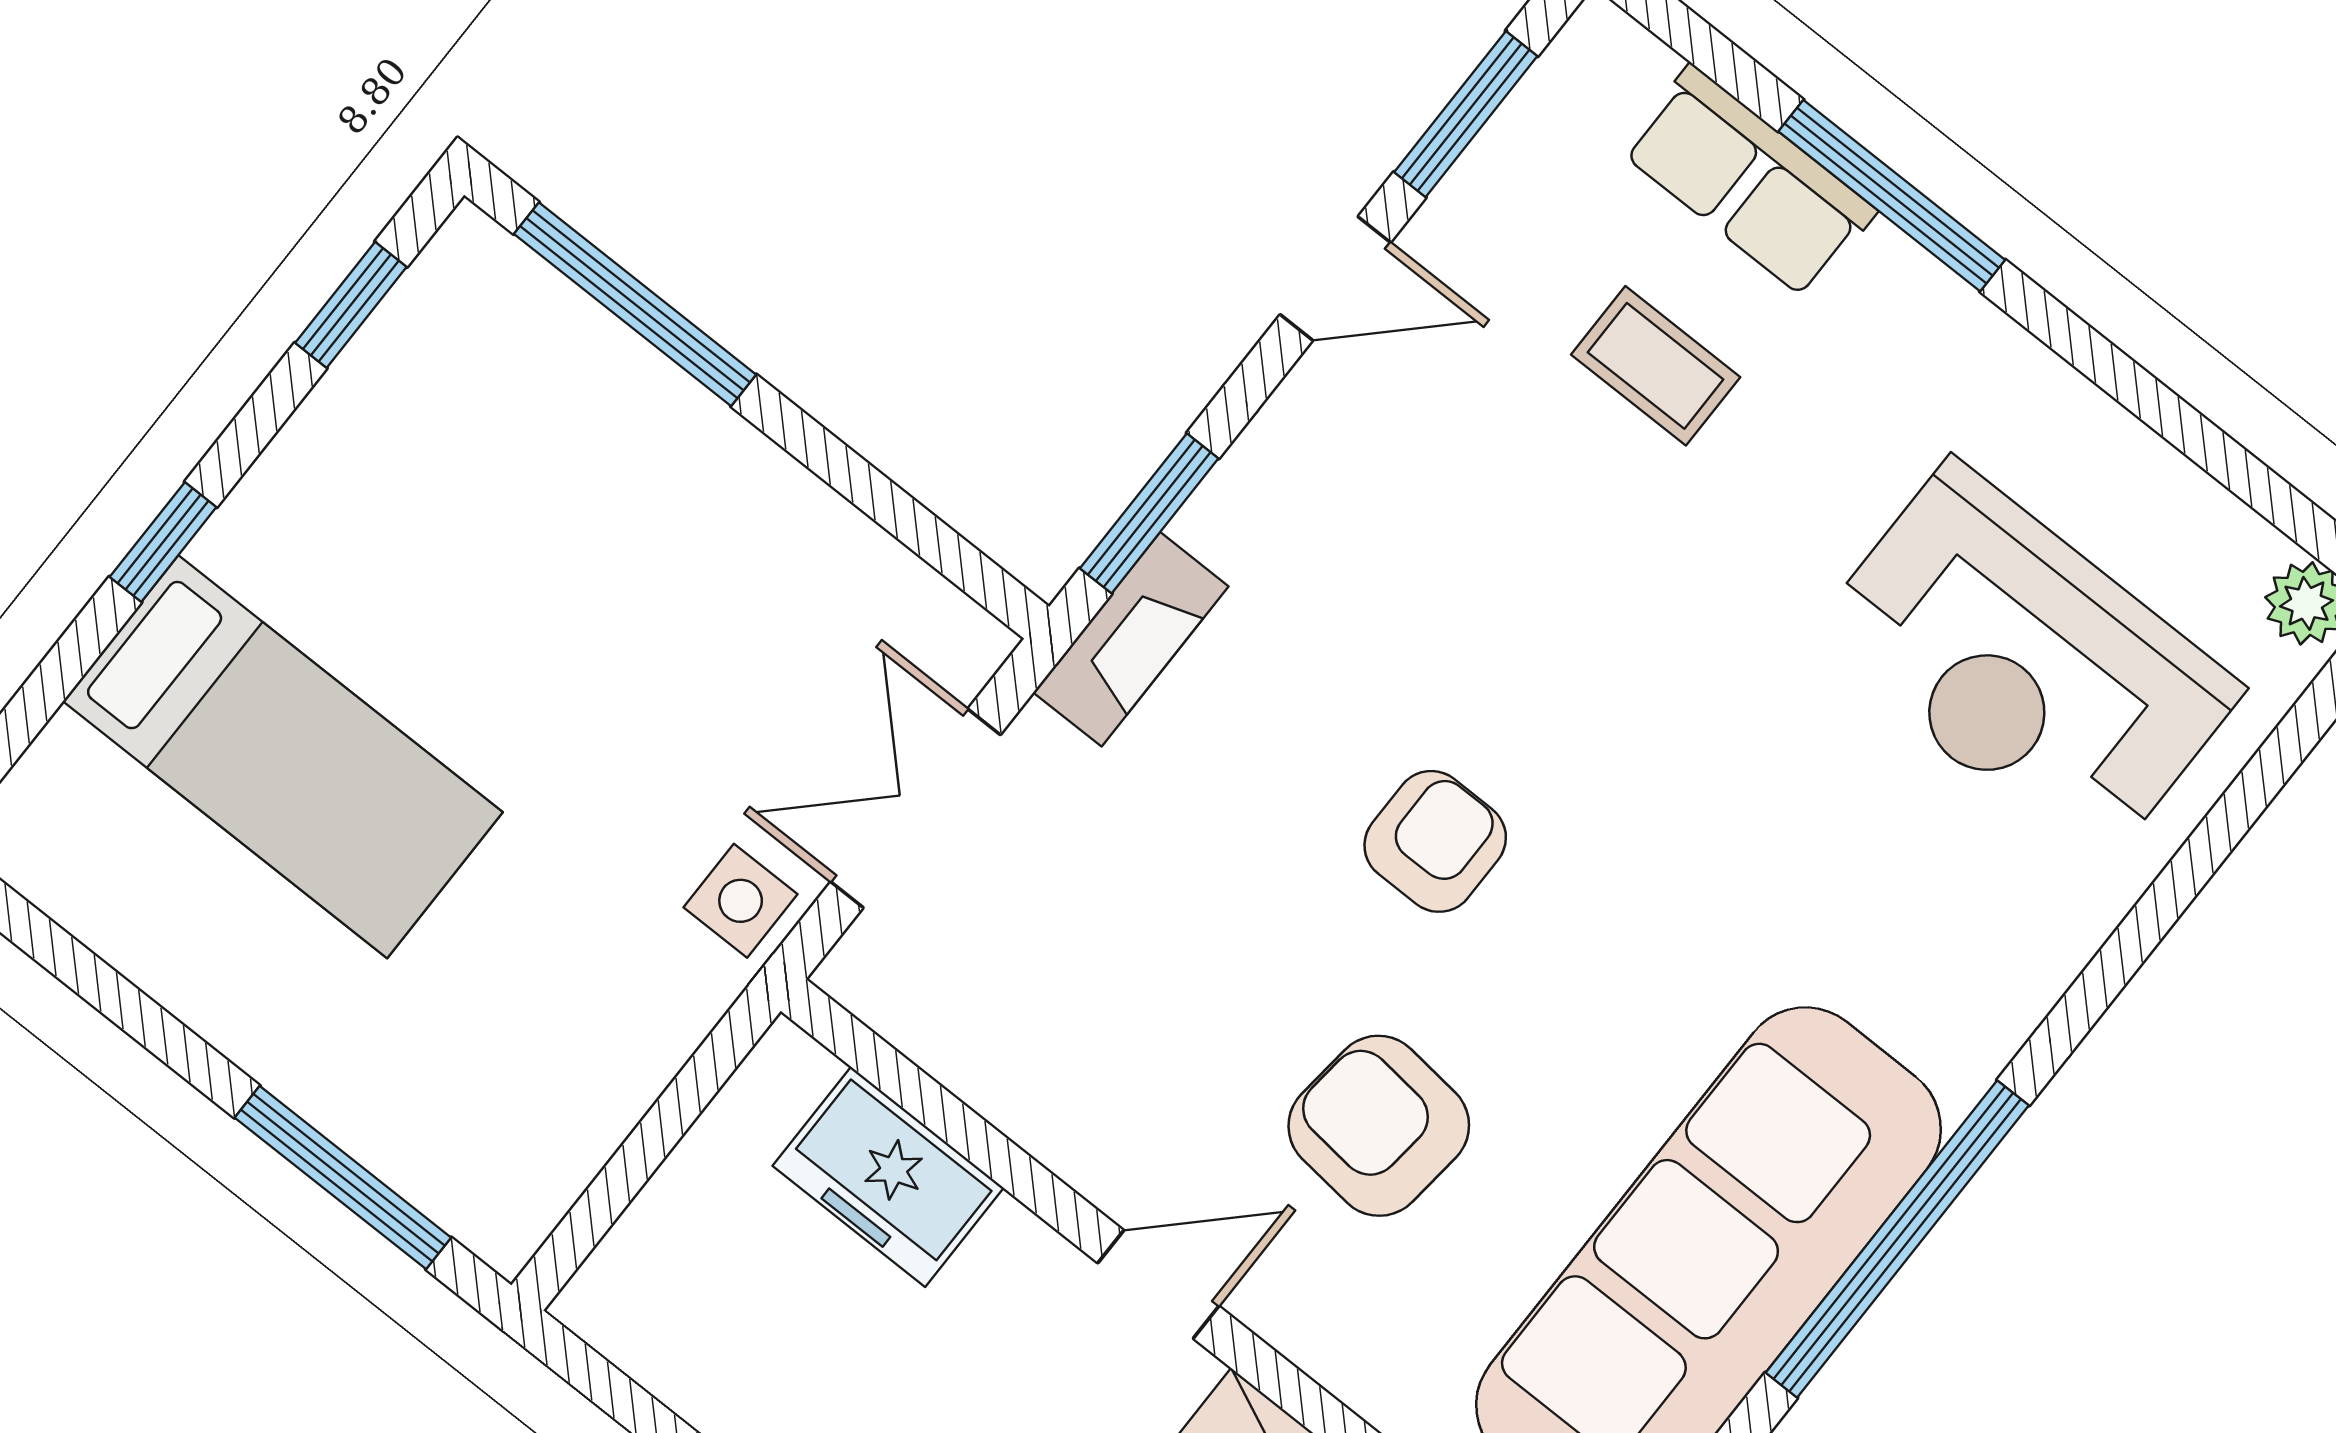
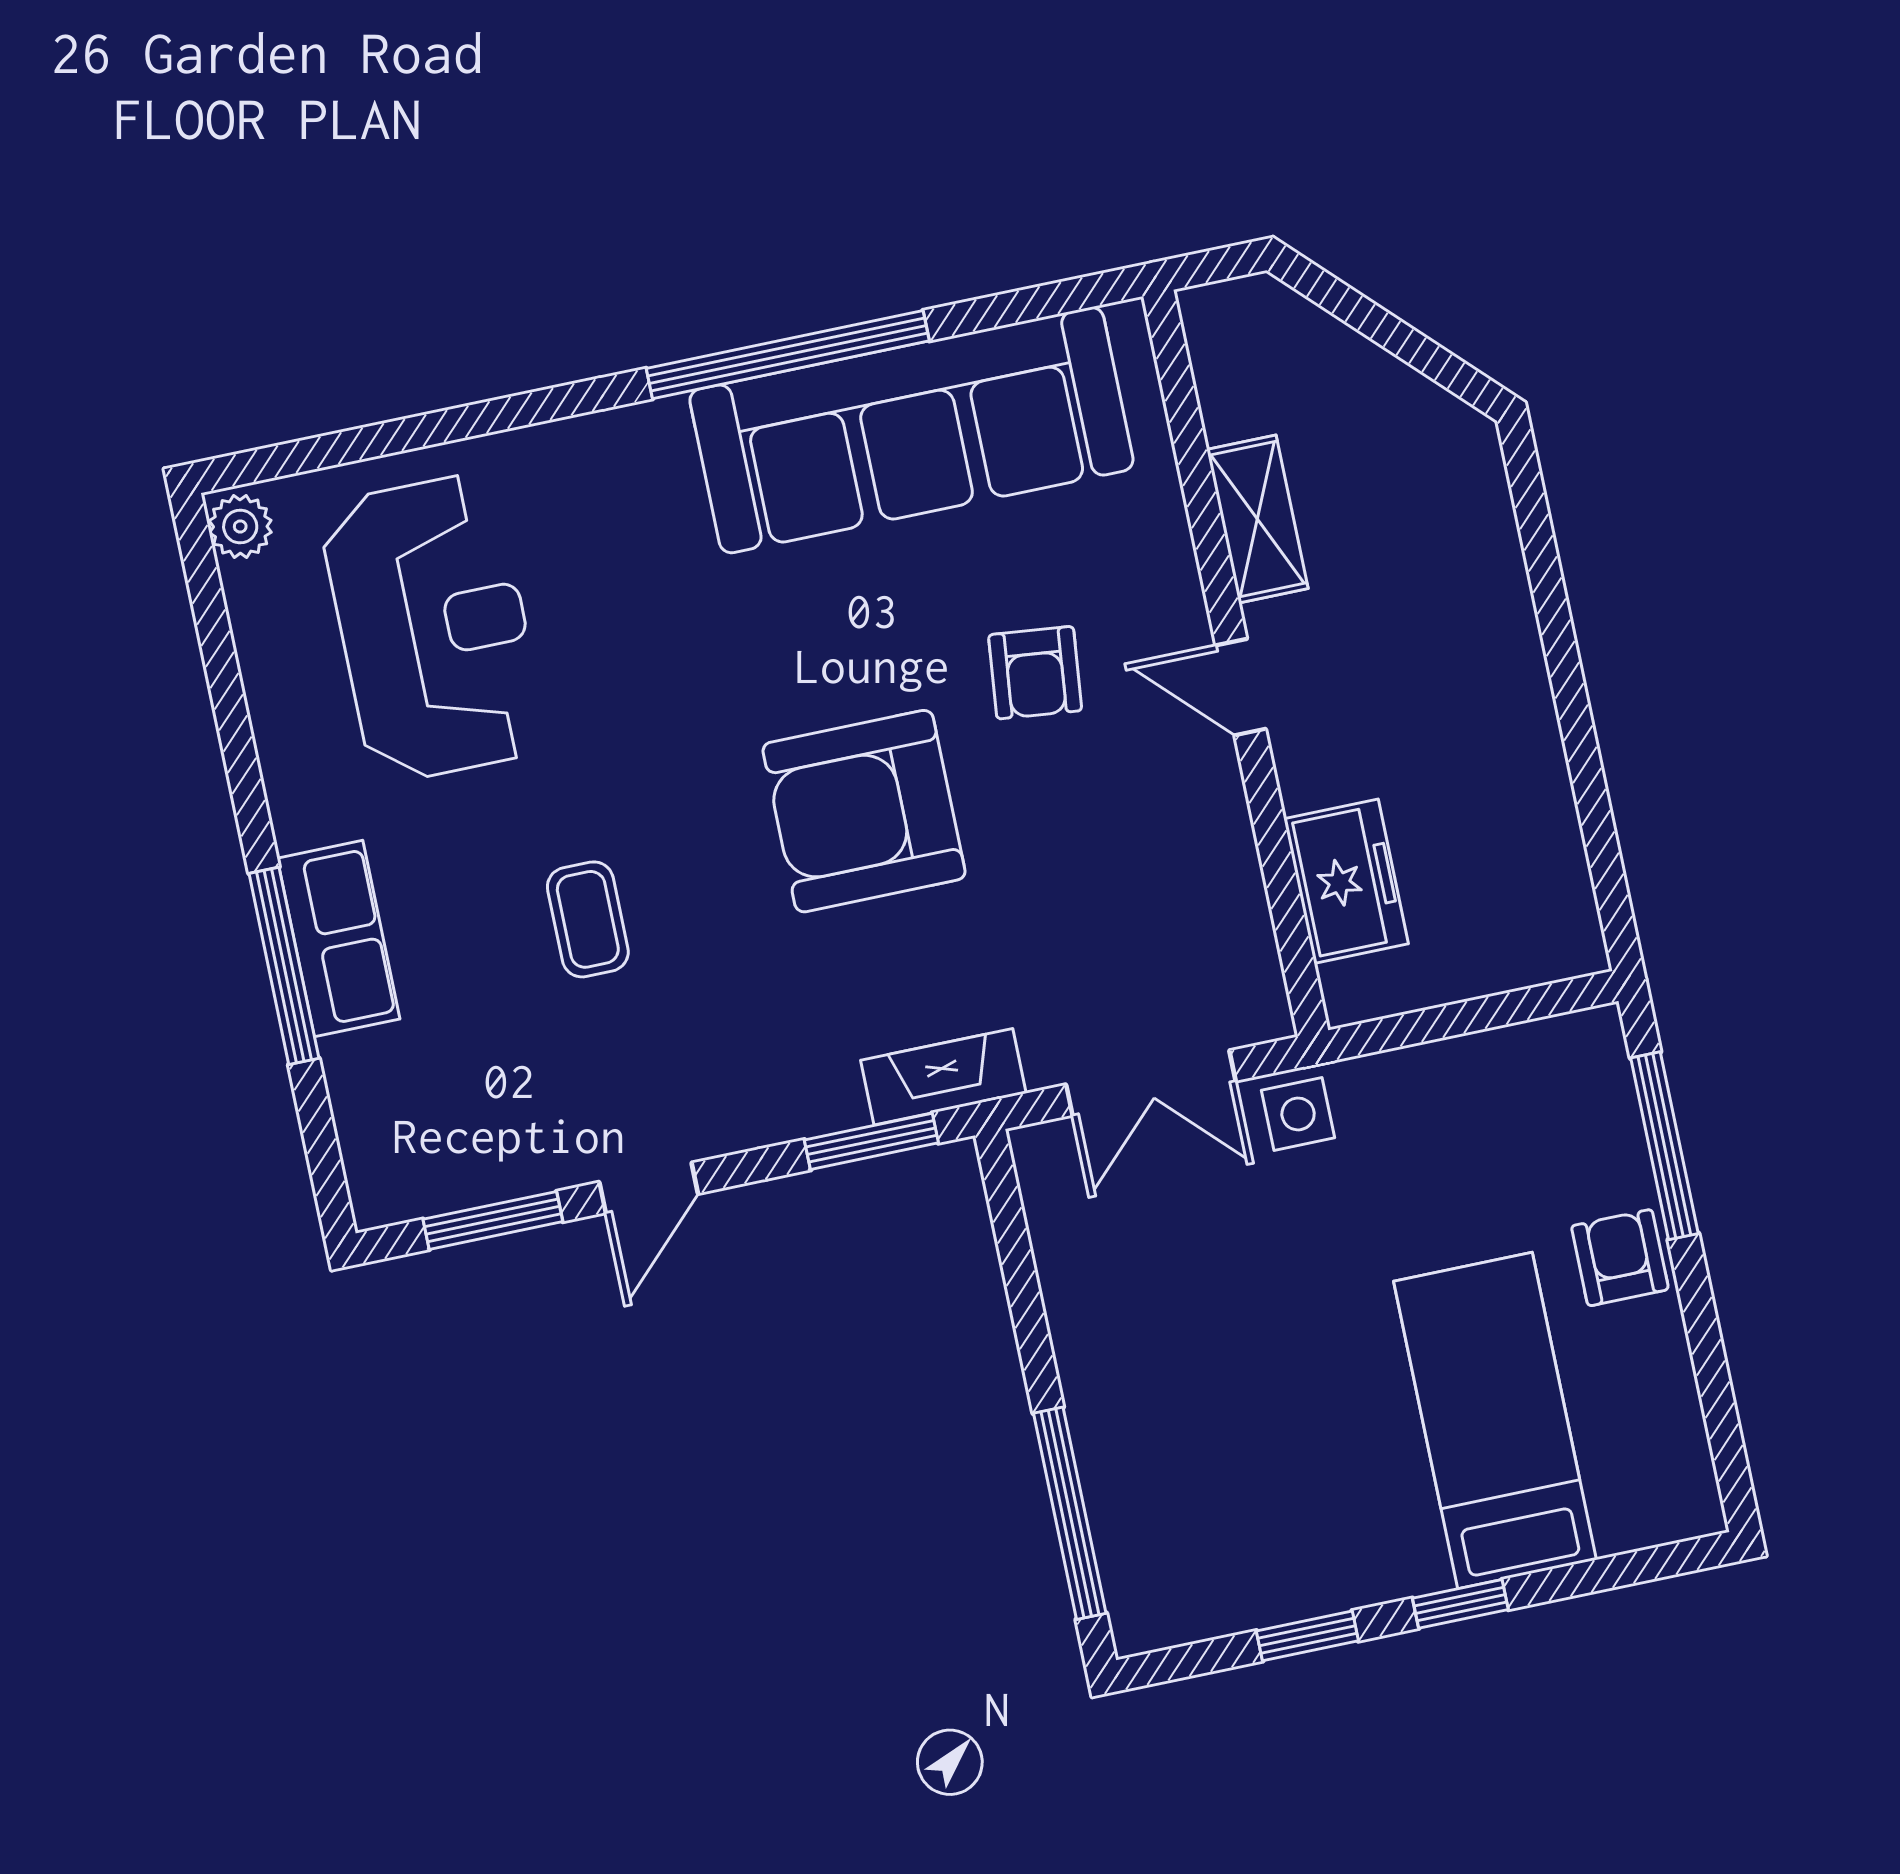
row of seats: (1749, 181) -> (339, 939), moved
door: (1335, 278) -> (649, 1188), swing flipped
window: (351, 305) -> (1307, 1636), moved
coffee table: (1656, 366) -> (588, 919), moved
armchair: (1435, 841) -> (864, 811), width x1.88, depth x1.88
armchair: (294, 1027) -> (1620, 1258), added
armchair: (1379, 1126) -> (1035, 673), width x0.72, depth x0.72

